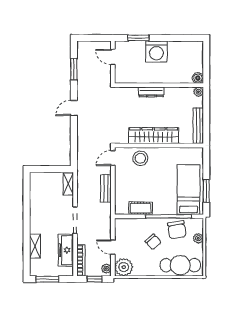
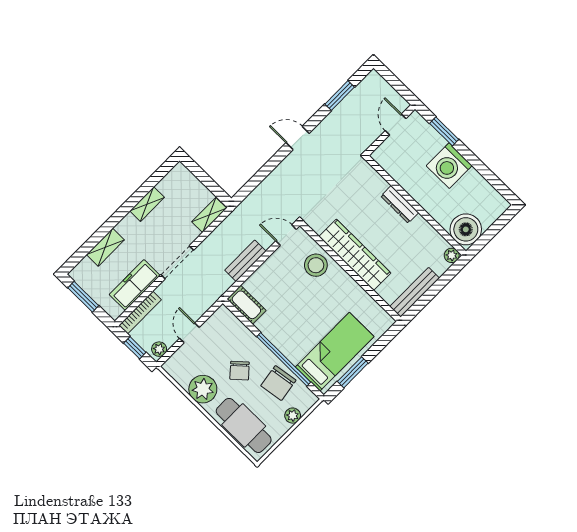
boiler: (198, 78) -> (466, 229), width x1.86, depth x1.86
shelving: (35, 207) -> (147, 204), added
cot: (141, 208) -> (246, 305), moved
plant: (124, 267) -> (203, 389), moved

